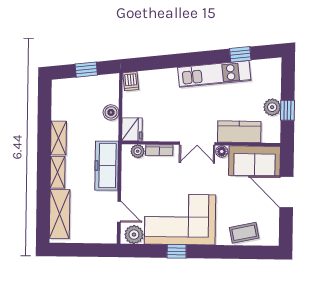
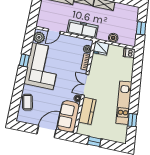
plant: (272, 107) -> (98, 133), removed

